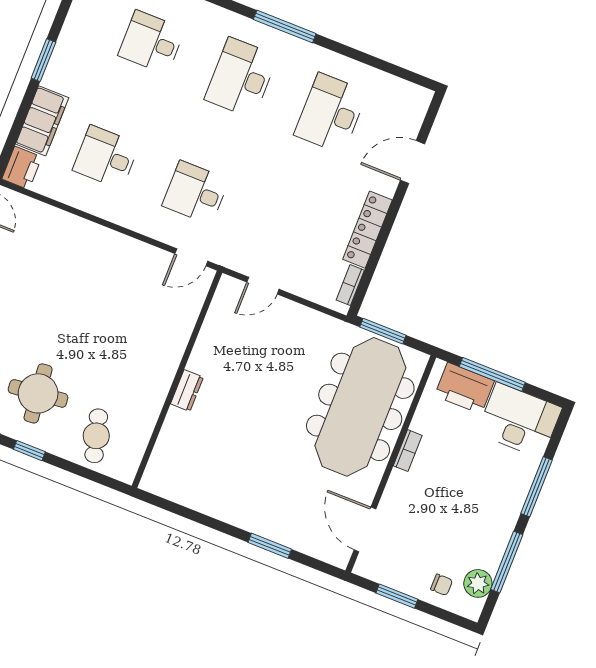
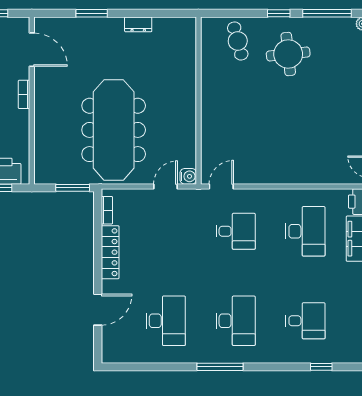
desk: (106, 157) -> (305, 231), width x1.37
water cooler: (229, 287) -> (188, 176), added
dresser: (187, 391) -> (138, 24), moved, turned -90
meeting table: (360, 407) -> (114, 130), moved
bookcase: (408, 451) -> (24, 94), moved

